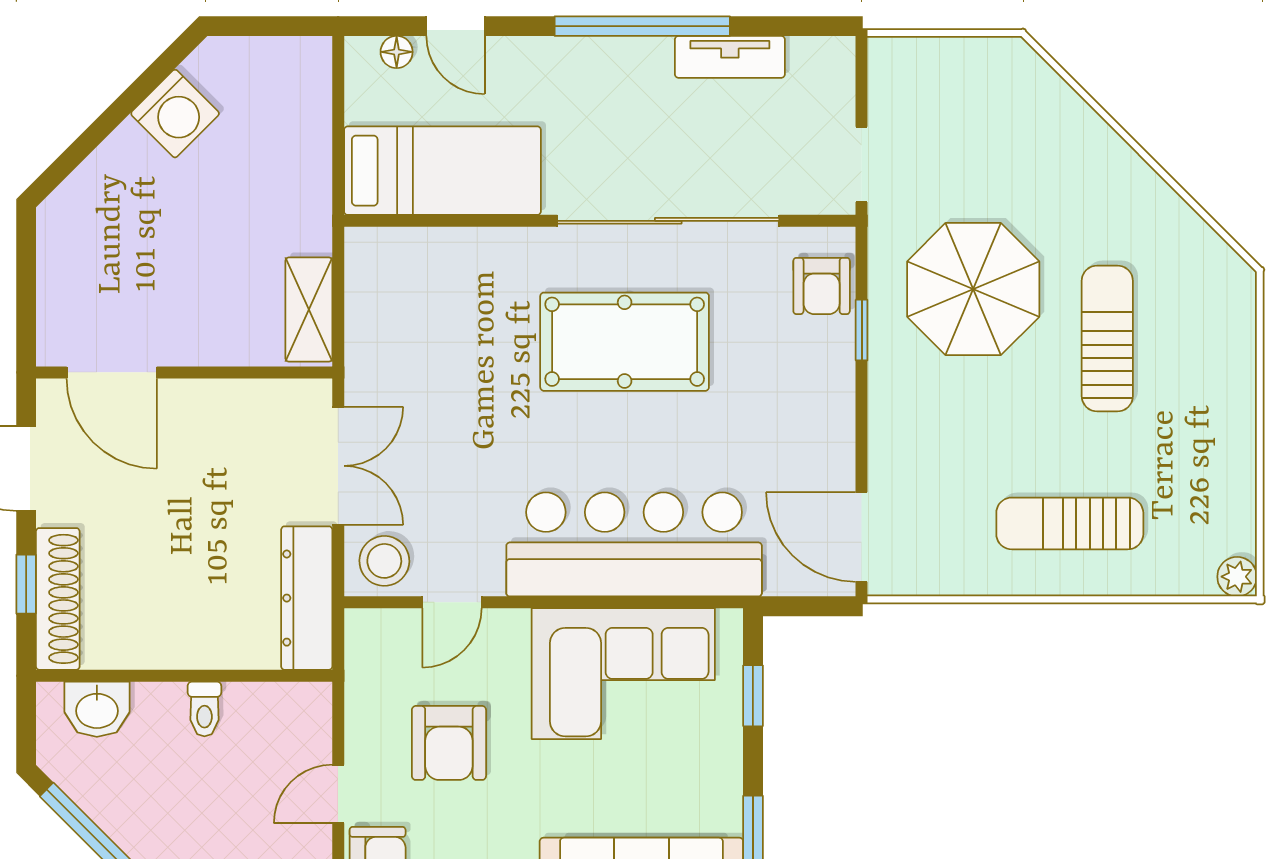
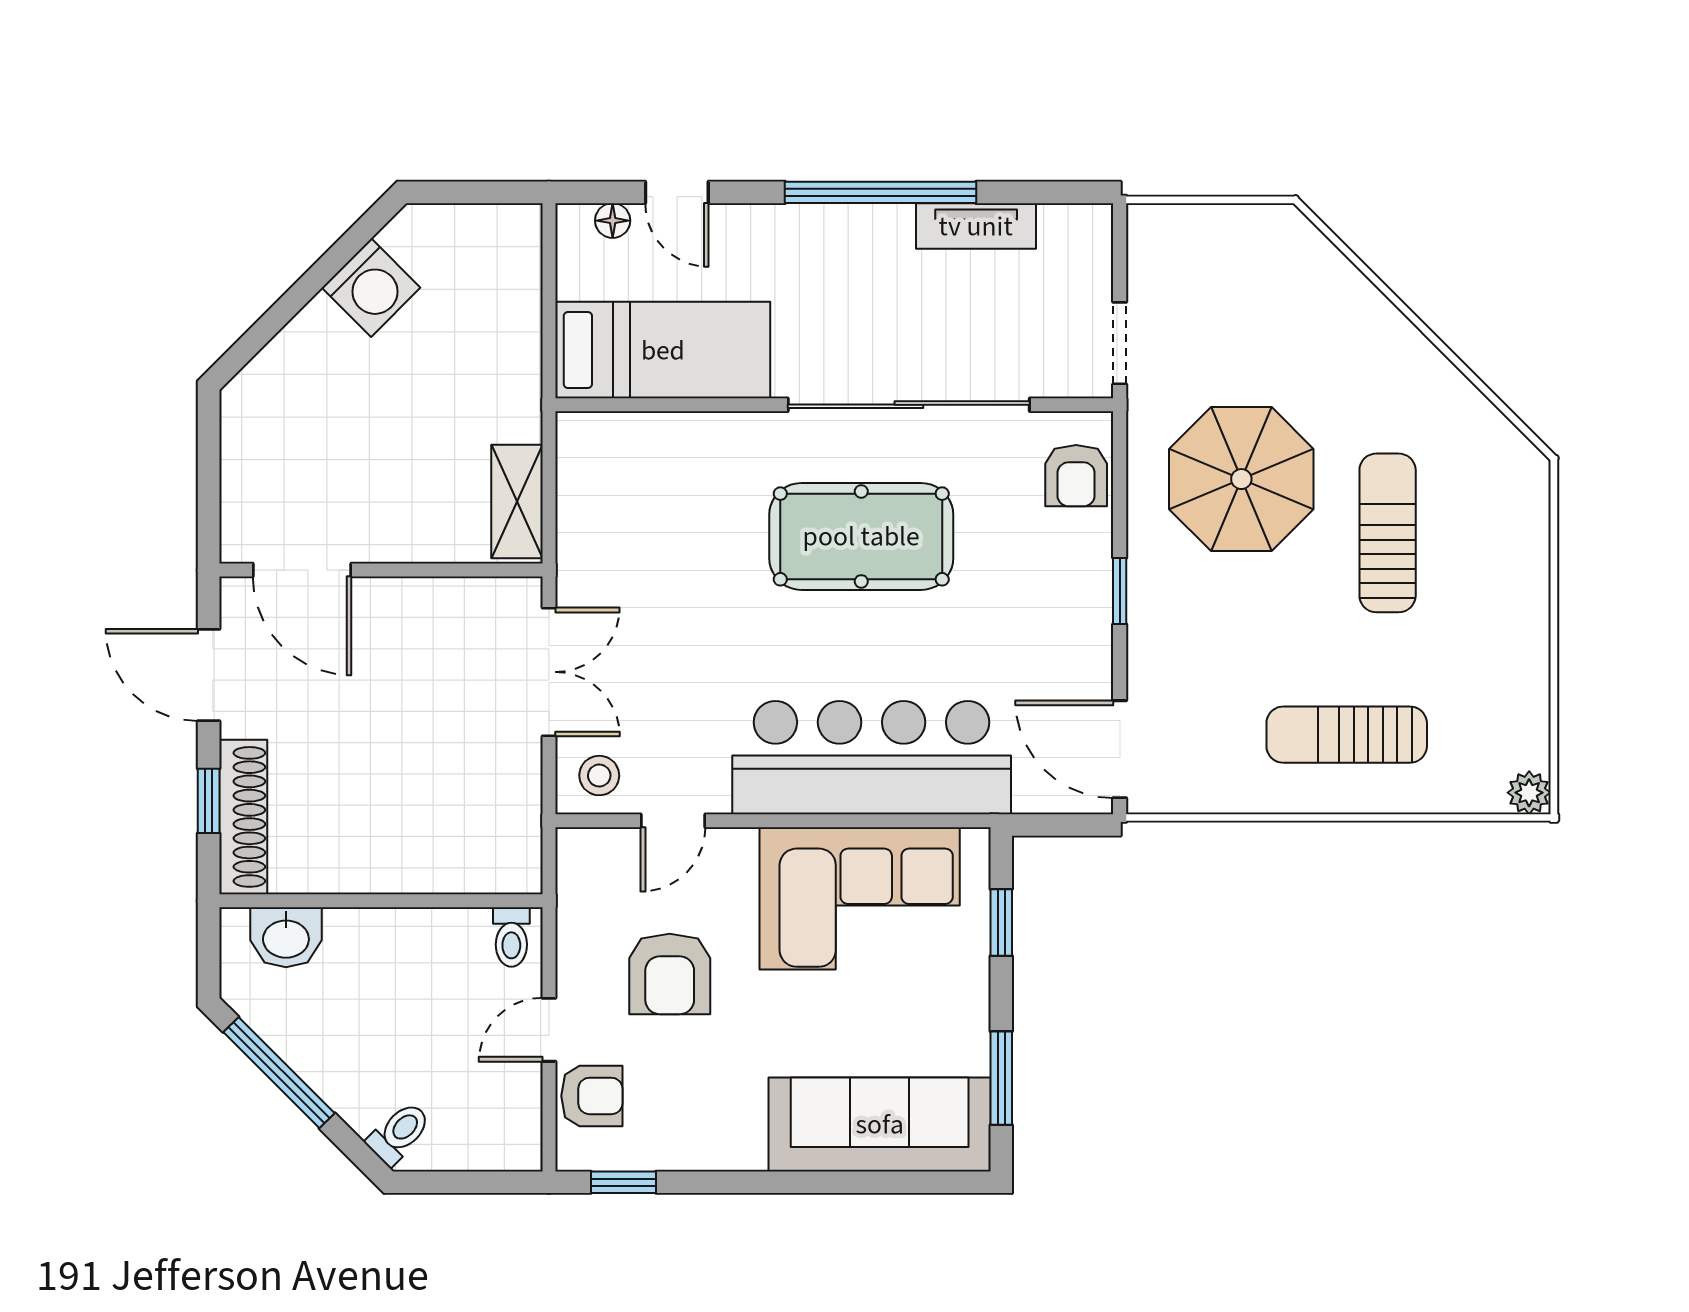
window: (862, 330) -> (1120, 591), moved
stool: (384, 561) -> (599, 776), width x0.73, depth x0.73
dresser: (307, 598) -> (515, 816), removed
toilet: (204, 709) -> (511, 937), moved

